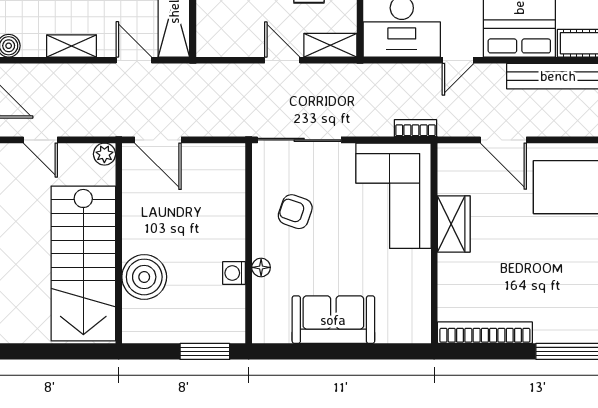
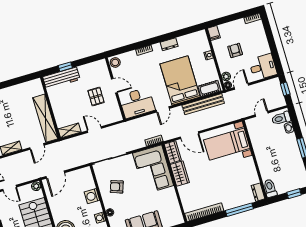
shelving: (330, 45) -> (70, 130), moved
door: (134, 60) -> (37, 146), swing flipped
door: (158, 140) -> (55, 175), hinge flipped
wardrobe: (452, 168) -> (173, 152), added
washing machine: (230, 216) -> (92, 196), added

